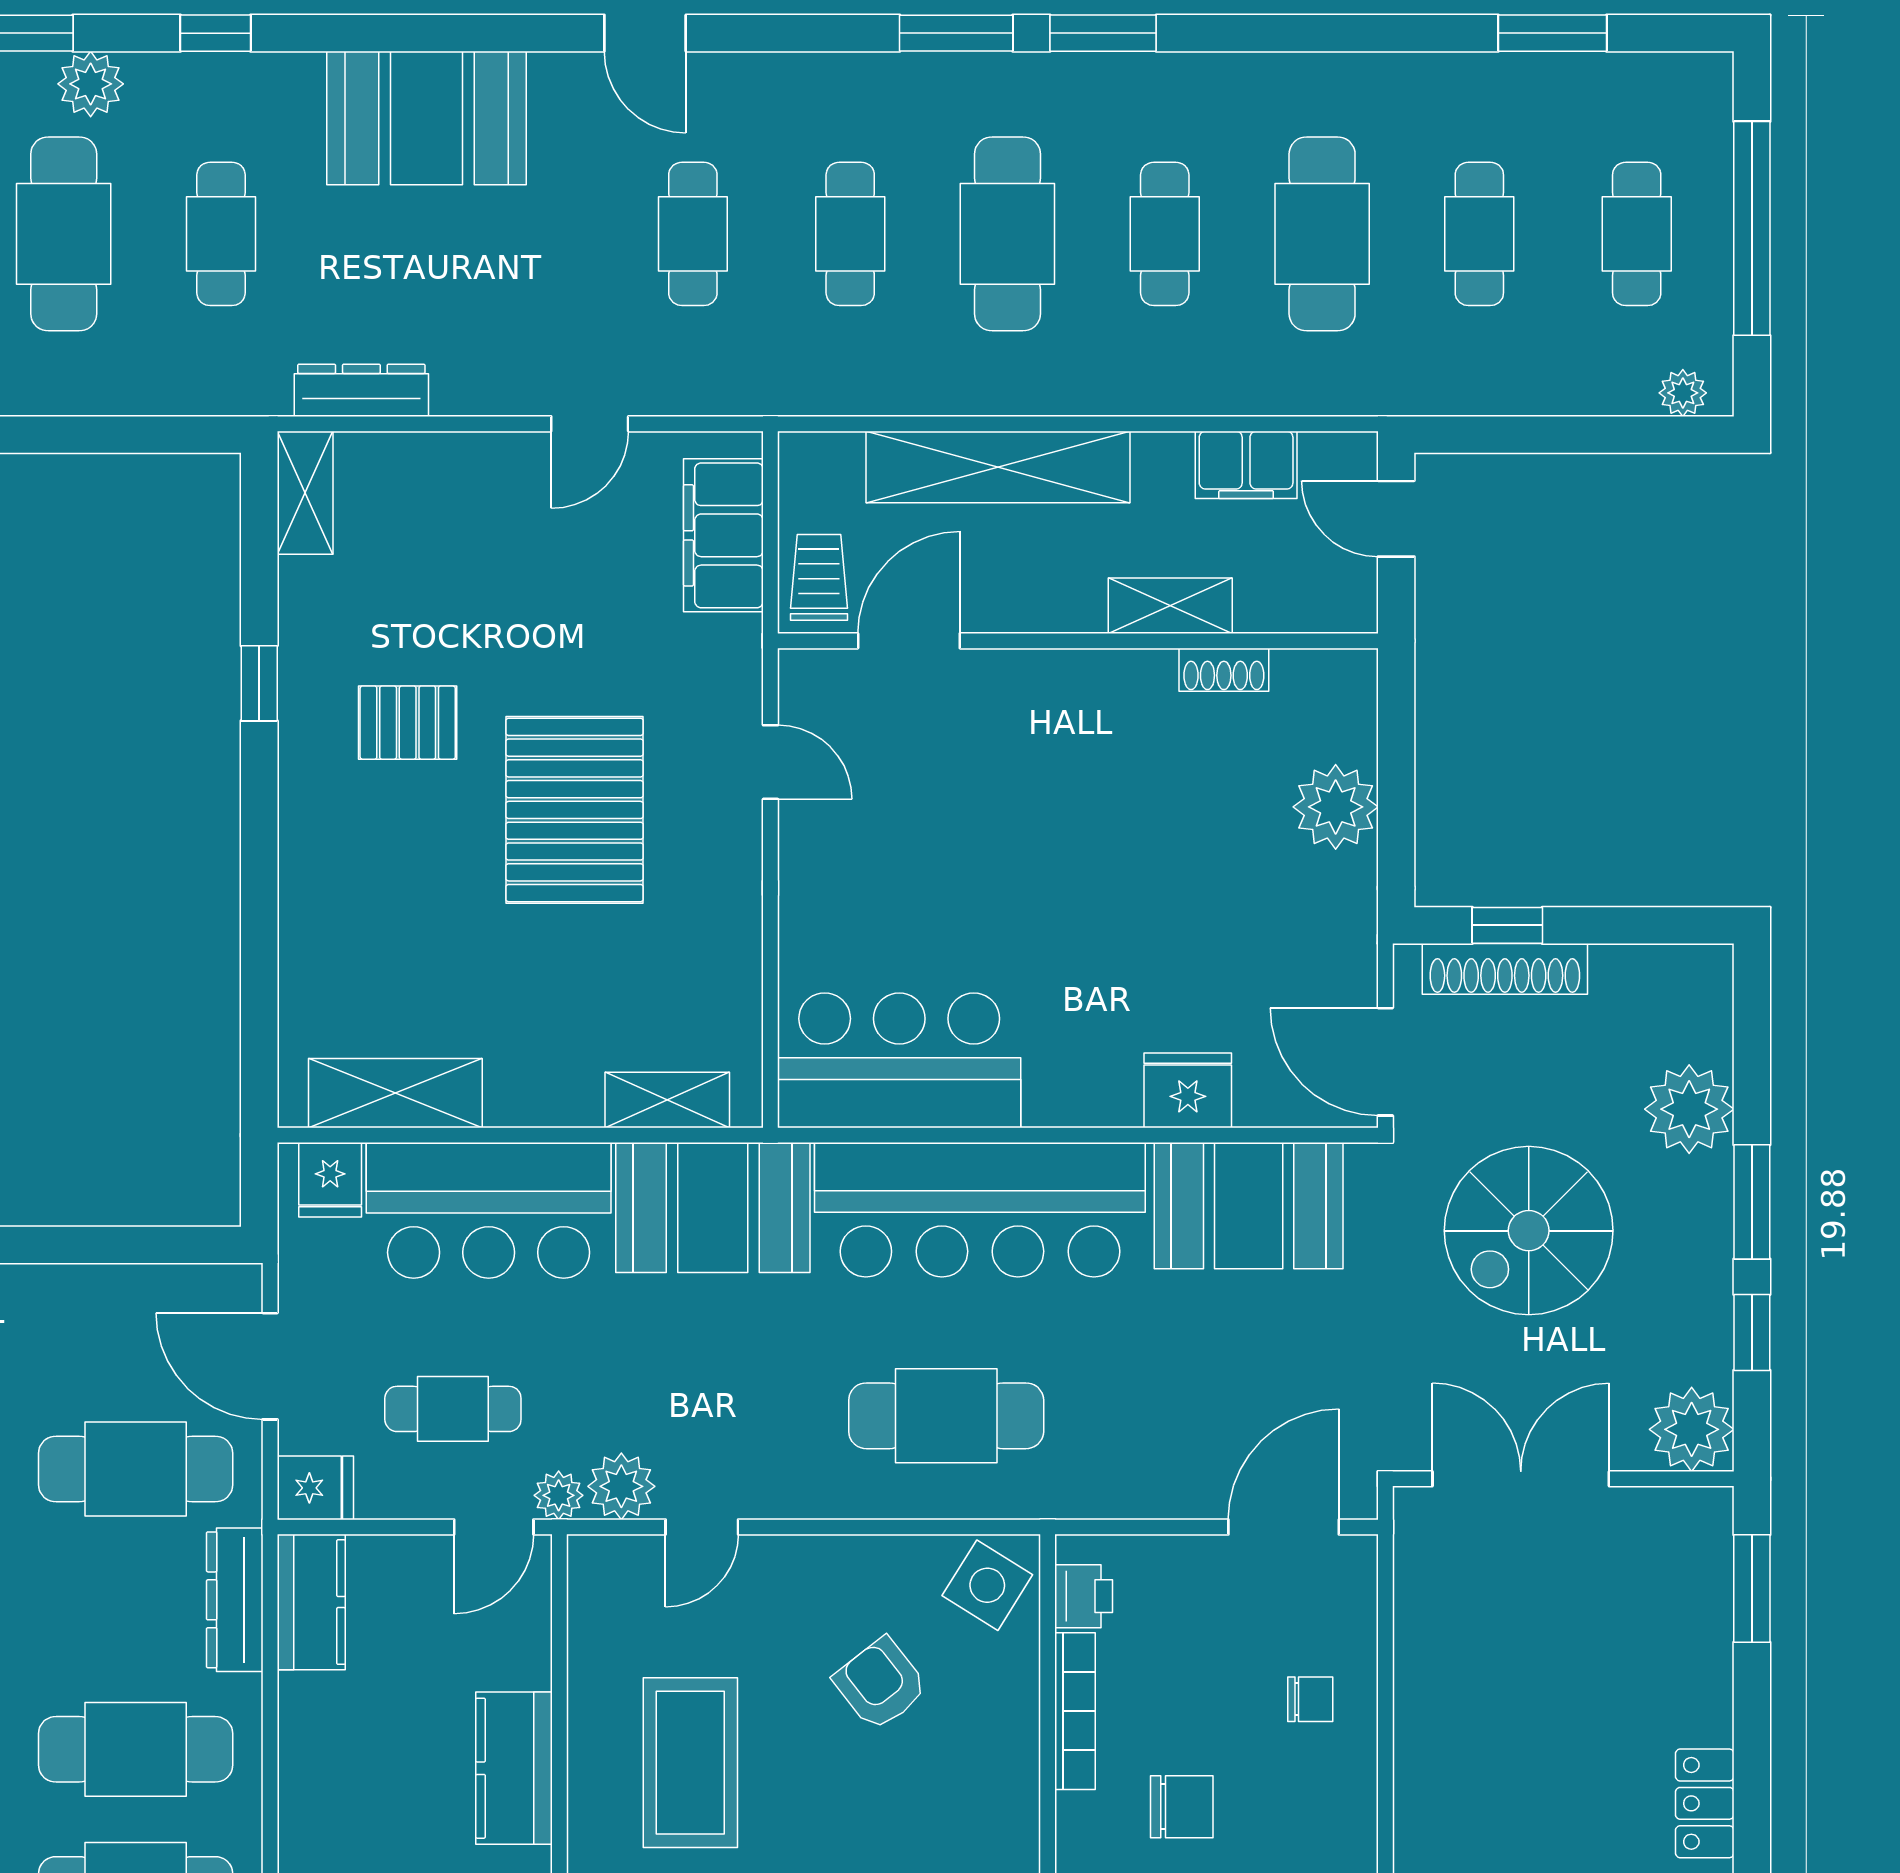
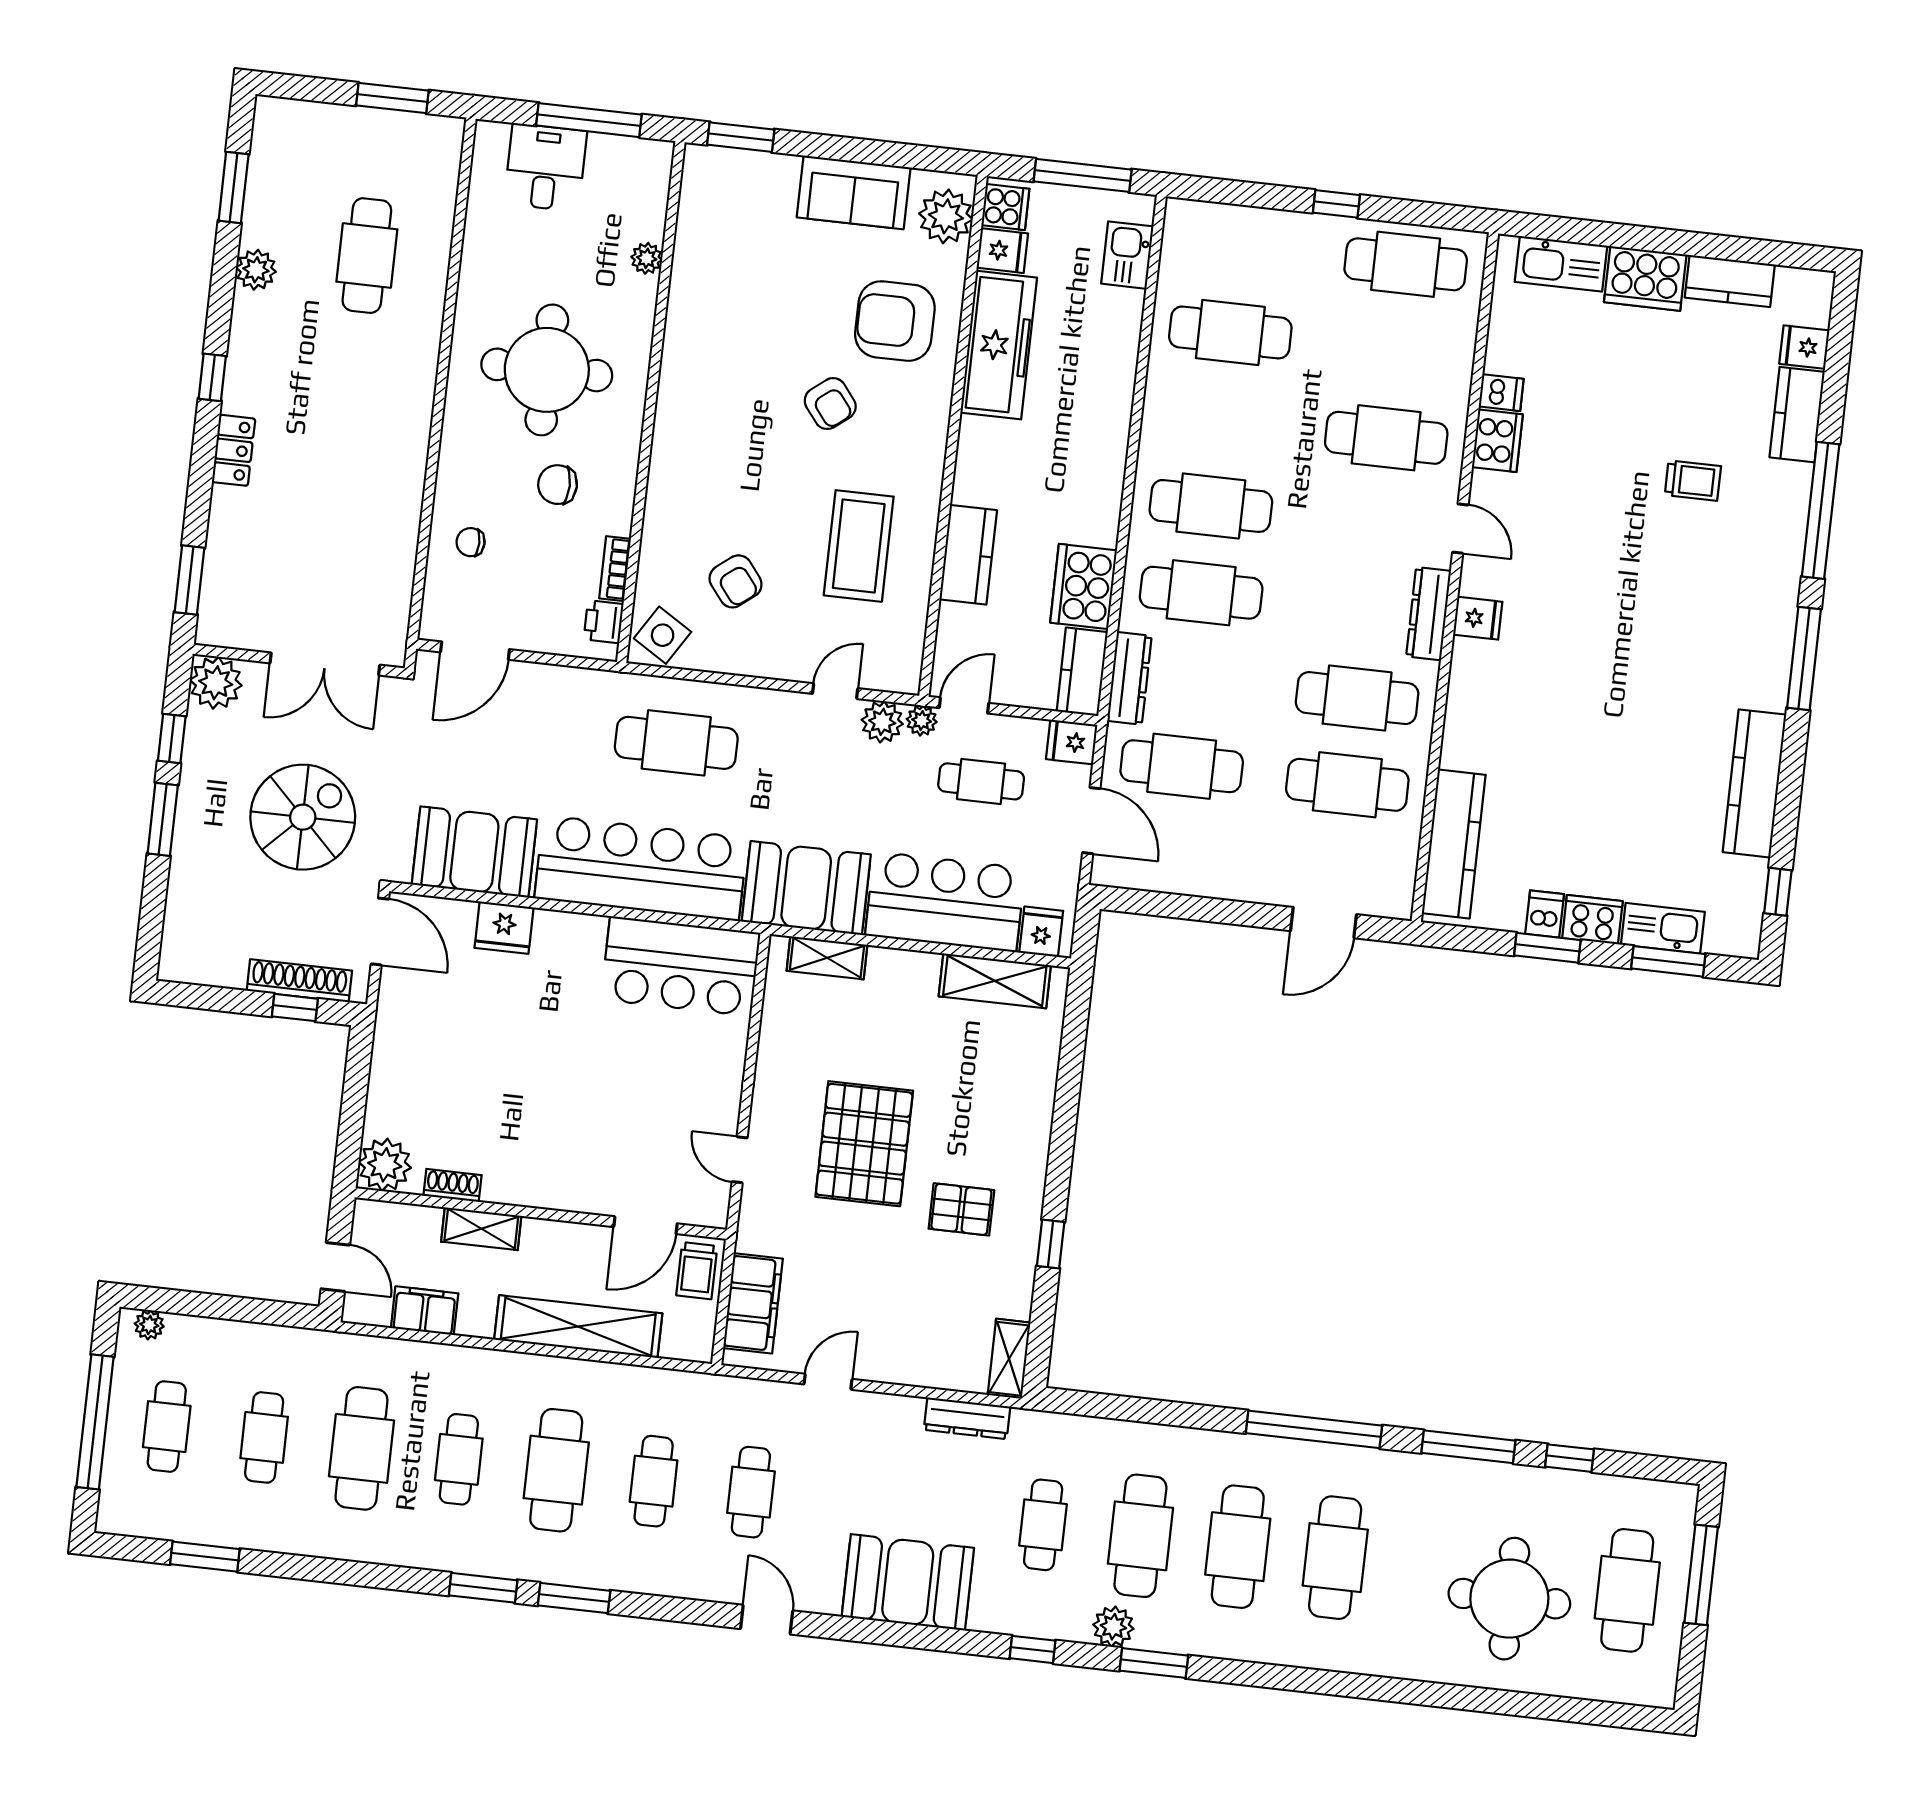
plant: (1336, 807) -> (385, 1165), moved
plant: (1689, 1109) -> (195, 881), removed
bookcase: (1075, 1711) -> (615, 569), width x0.64
cooker: (324, 1738) -> (1084, 586), added

